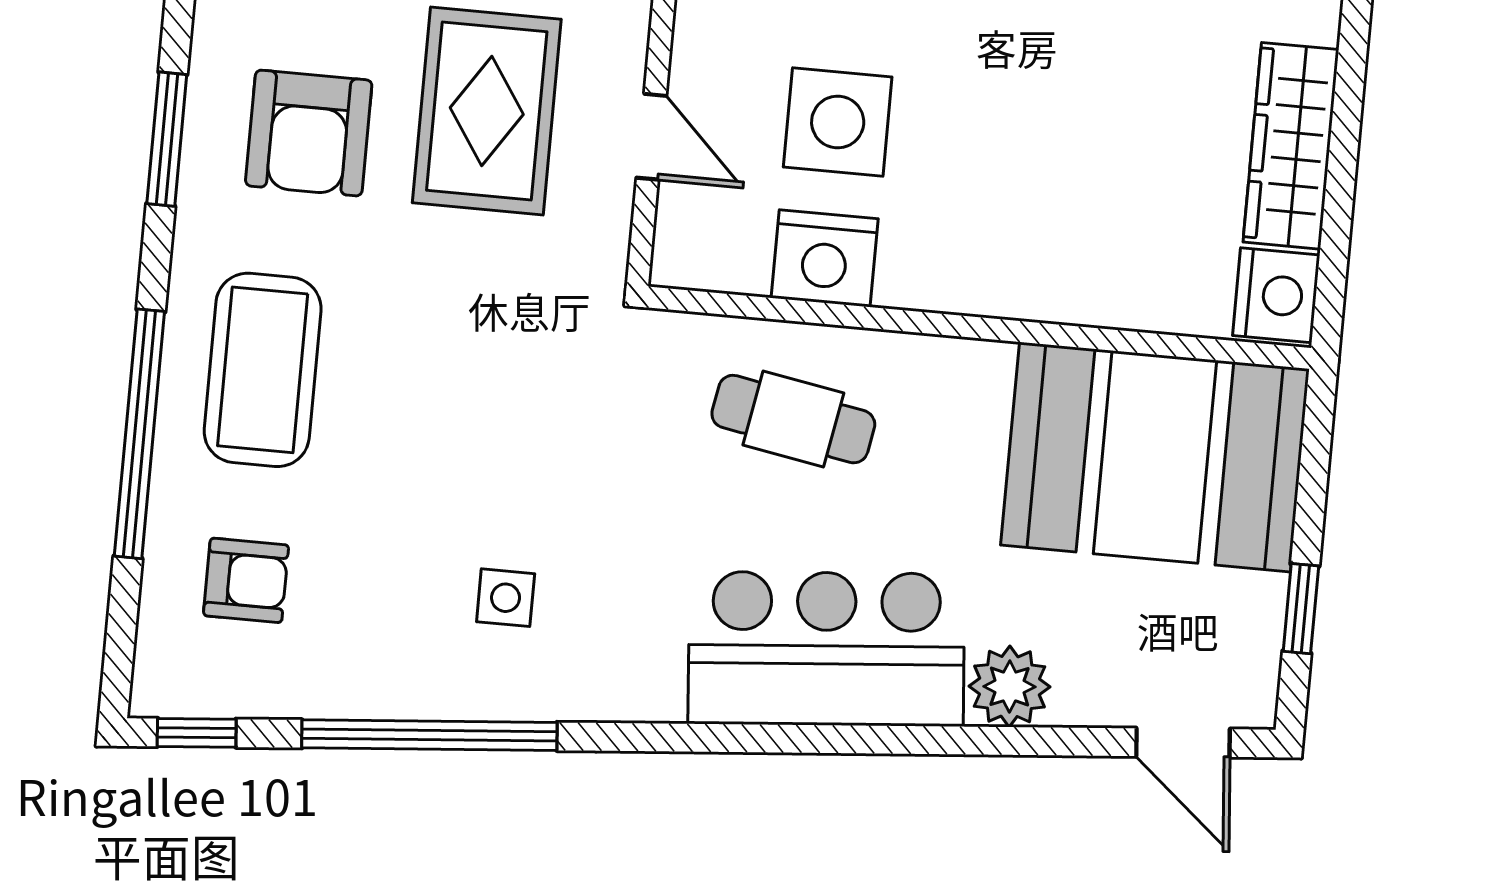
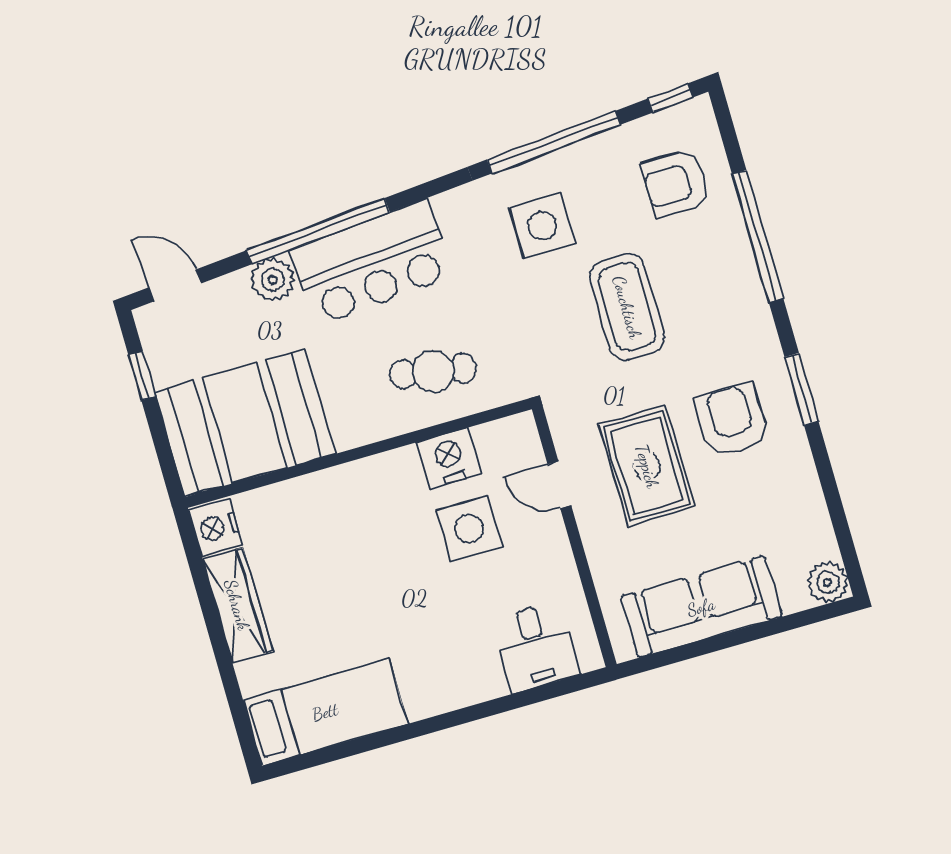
coffee table: (263, 370) -> (627, 307), moved
armchair: (246, 580) -> (676, 184), width x1.38, depth x1.38
side table: (506, 598) -> (542, 226), width x1.87, depth x1.87
window: (898, 740) -> (318, 231), added

